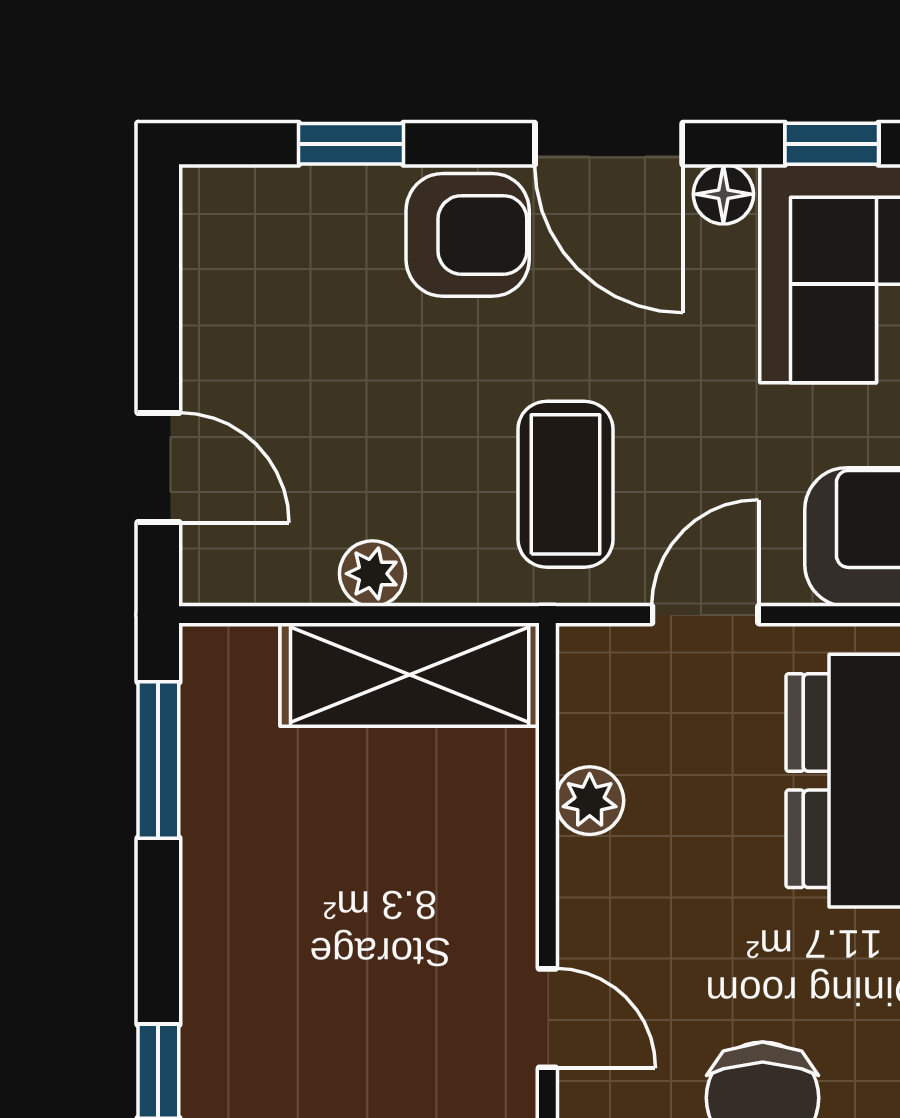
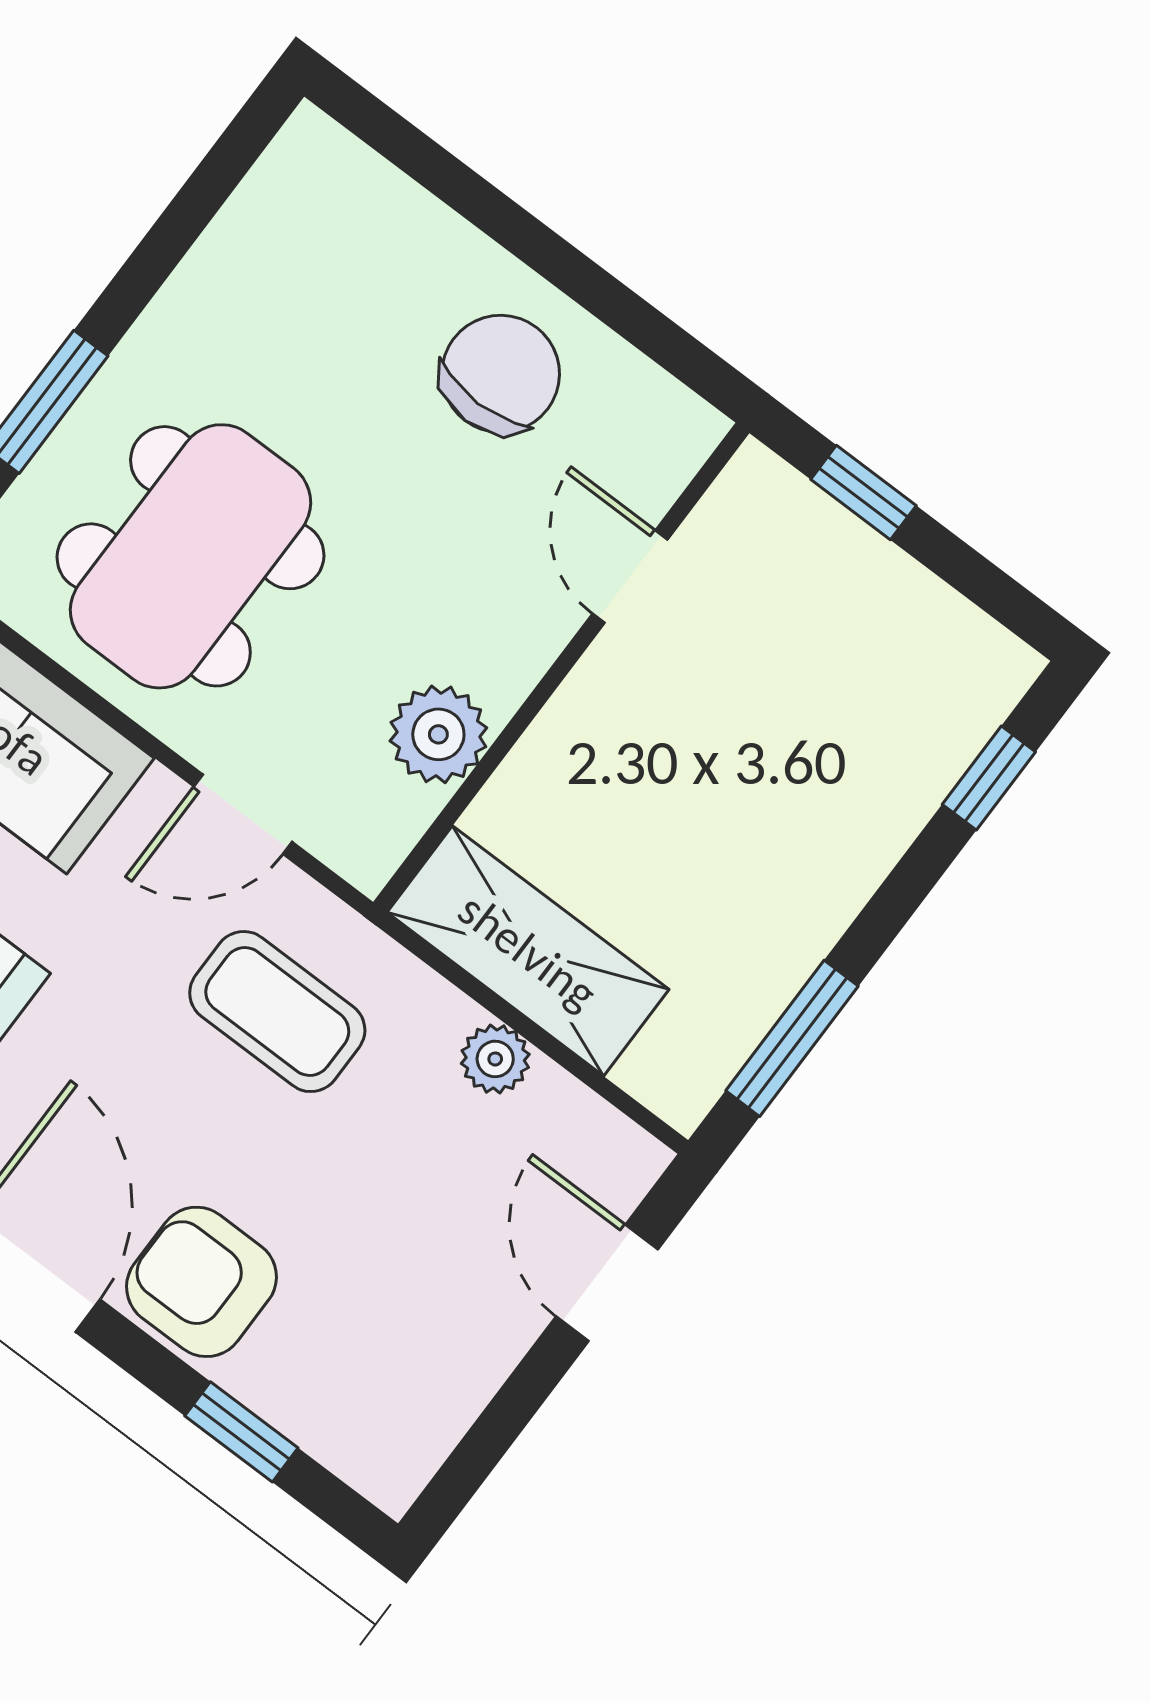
coffee table: (566, 484) -> (277, 1012), turned 90
plant: (590, 801) -> (438, 734), width x1.38, depth x1.38

